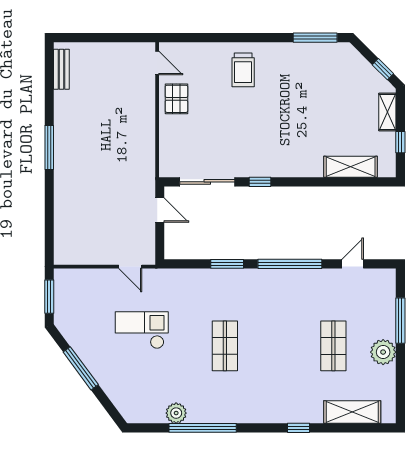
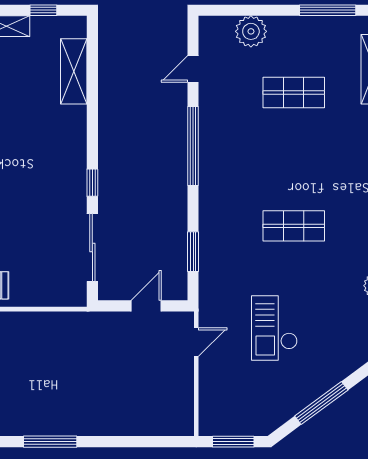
door: (160, 210) -> (146, 306), moved
window: (227, 264) -> (193, 252), moved
door: (353, 264) -> (193, 69), hinge flipped
window: (400, 321) -> (328, 10), moved
plant: (383, 352) -> (251, 31), moved

